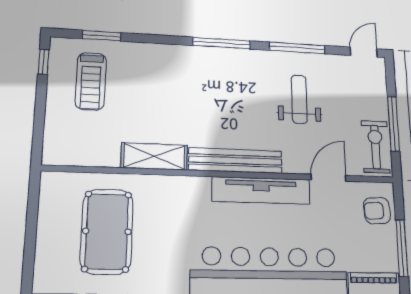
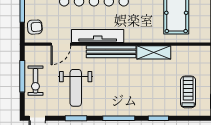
window: (102, 36) -> (158, 118), moved
window: (297, 48) -> (76, 118), width x0.69
weight bench: (299, 99) -> (76, 88), width x1.36, depth x1.33
exercise bike: (376, 147) -> (35, 81), moved

